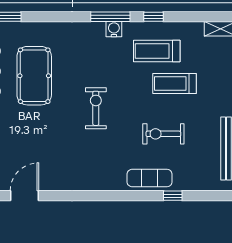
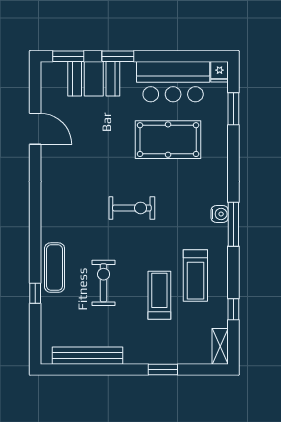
window: (153, 17) -> (233, 309), moved
water cooler: (114, 29) -> (220, 214), moved
treadmill: (157, 51) -> (195, 276), turned 180

